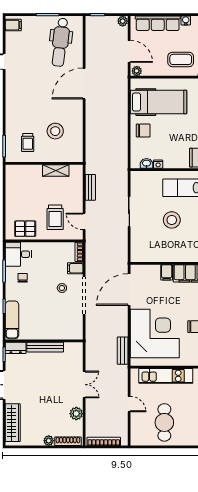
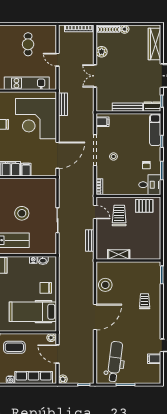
filing cabinet: (13, 25) -> (154, 359), moved
door: (84, 84) -> (95, 317), moved
stool: (55, 131) -> (105, 285), moved
trolley: (28, 143) -> (145, 301), moved
filing cabinet: (75, 268) -> (102, 122), moved
cafe table: (164, 422) -> (28, 44), width x0.73, depth x0.74

